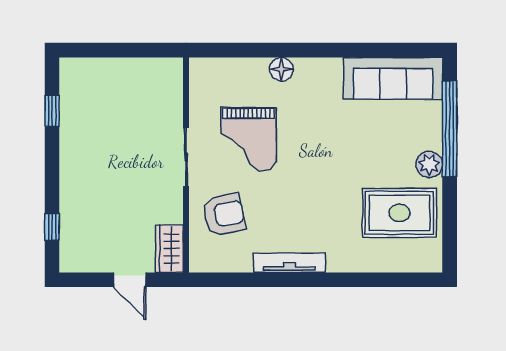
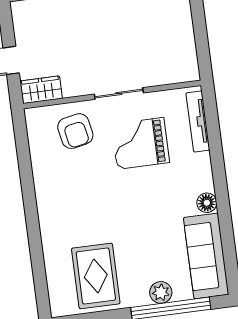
floor lamp: (281, 69) -> (207, 203), moved
plant: (429, 164) -> (161, 292), moved
tv unit: (289, 263) -> (198, 121), moved, turned 180

